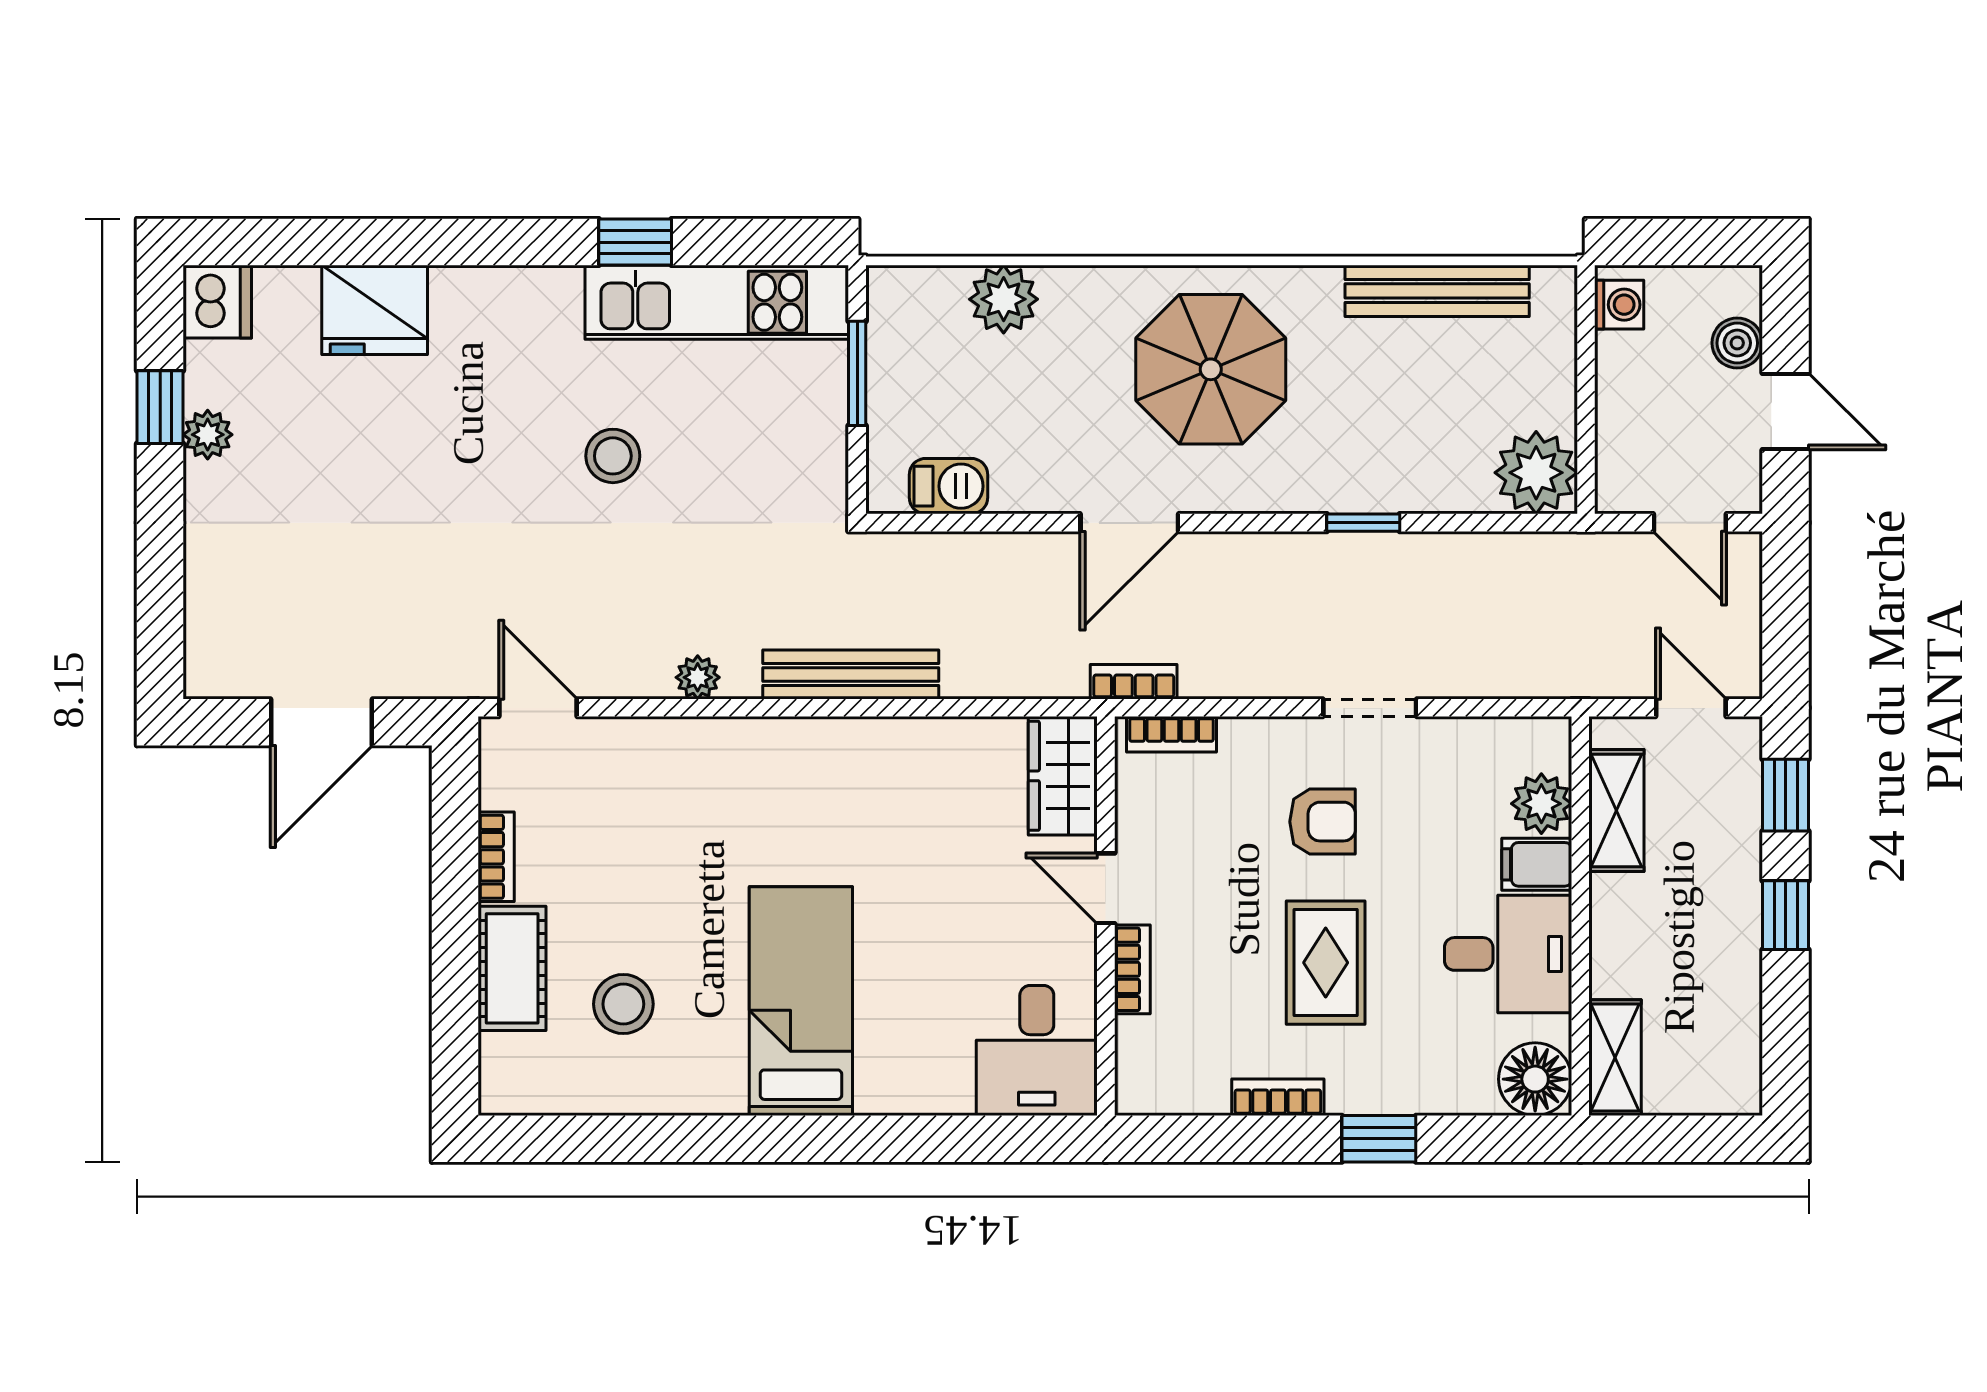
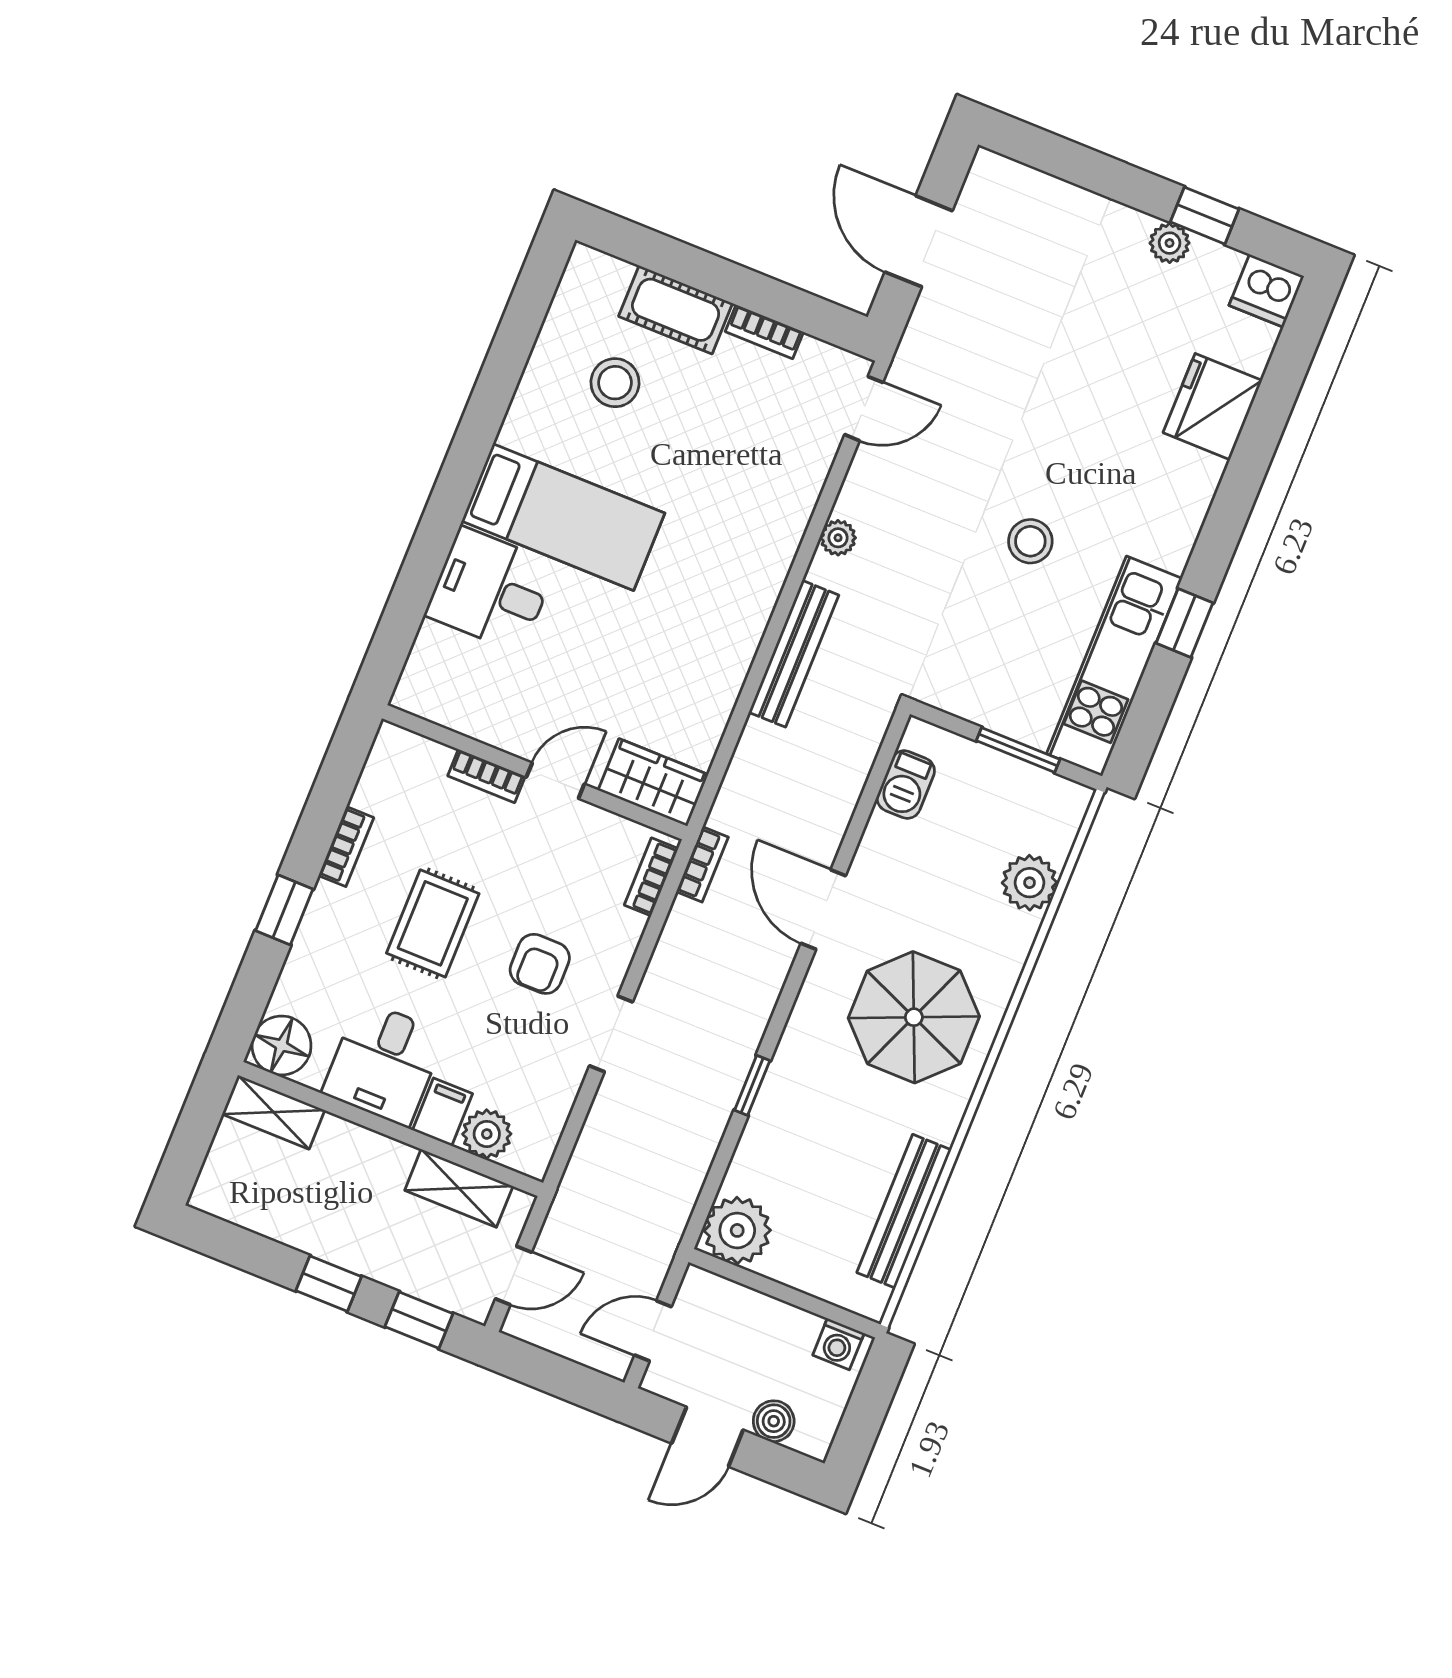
rug: (1326, 963) -> (433, 923), turned 90
desk: (1037, 1050) -> (491, 590), moved

